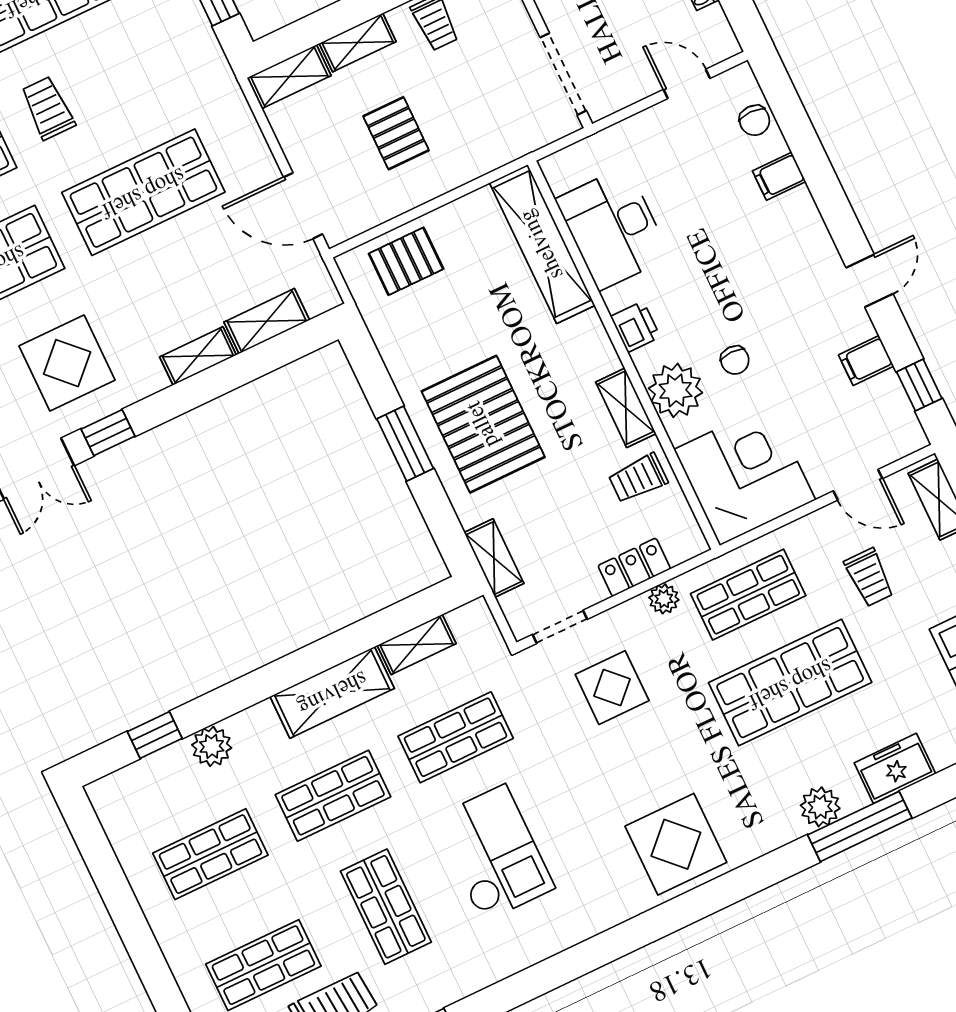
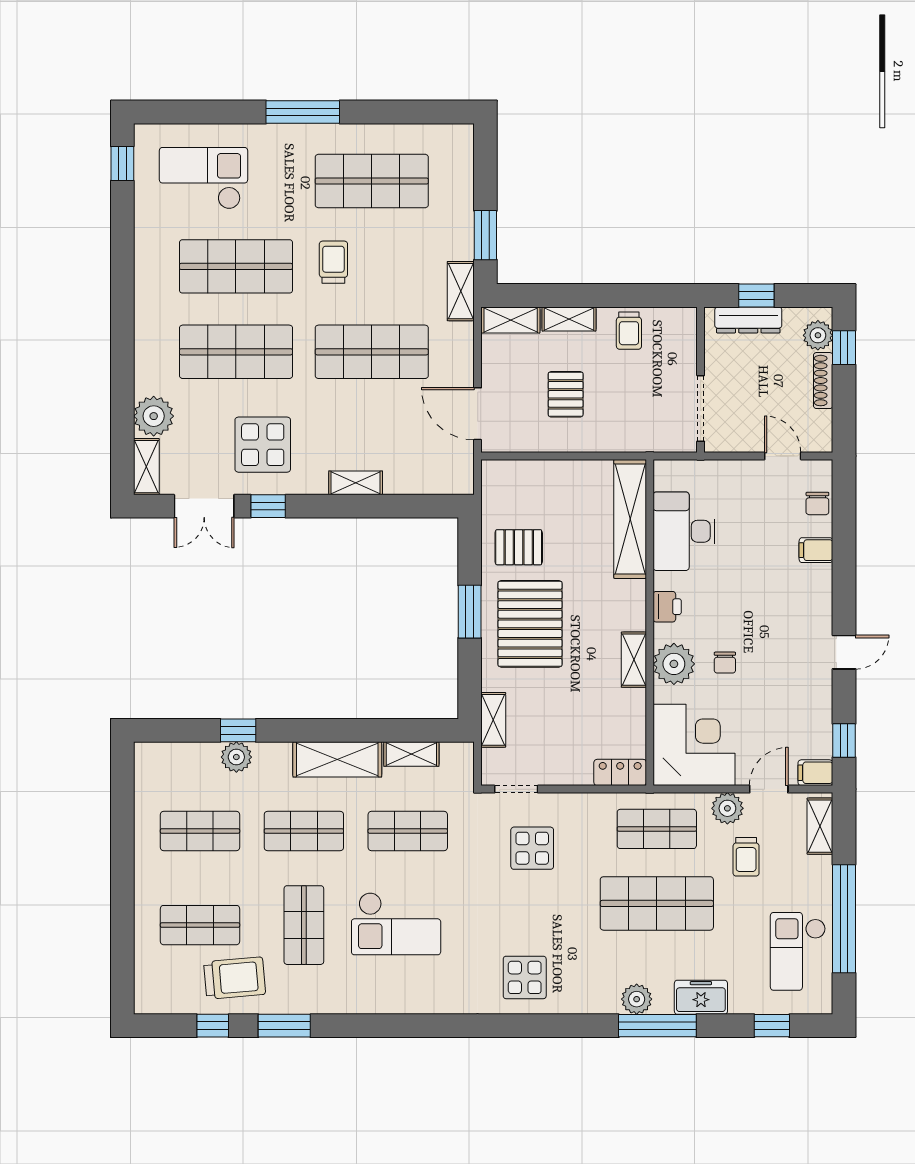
pallet: (406, 261) -> (519, 547), moved
shelving: (267, 321) -> (461, 291), moved, turned 90
filing cabinet: (866, 360) -> (815, 773), moved
trolley: (638, 478) -> (619, 712), removed
door: (858, 485) -> (769, 789), swing flipped
locker: (634, 567) -> (620, 772), moved
plant: (664, 599) -> (727, 808), moved, width x1.38, depth x1.38
window: (155, 735) -> (238, 730), moved
display table: (676, 844) -> (525, 977), width x0.73, depth x0.73
checkout: (494, 853) -> (396, 924), turned 90

